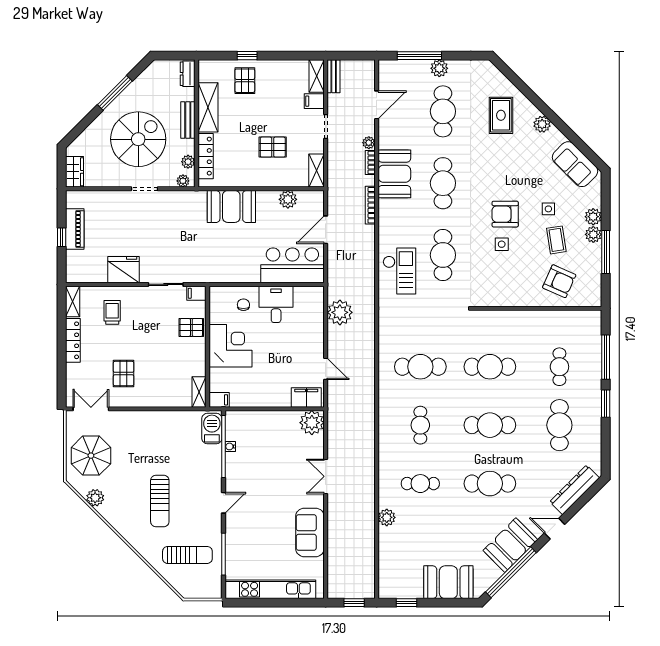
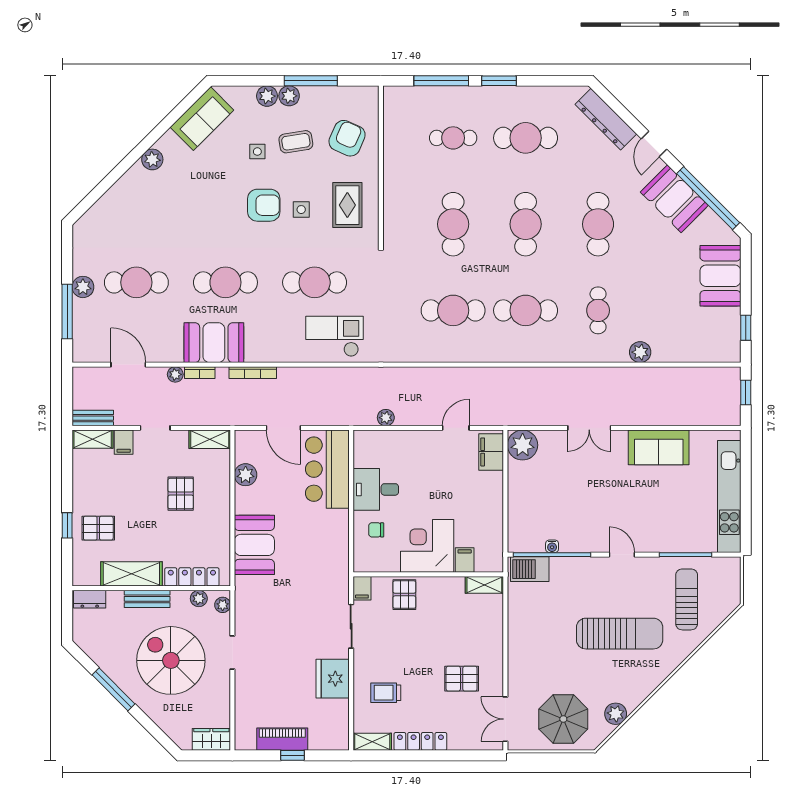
rug: (501, 115) -> (347, 205), moved, turned 90
armchair: (505, 214) -> (264, 205), turned -90
plant: (340, 312) -> (386, 418), width x0.53, depth x0.53
cafe table: (420, 367) -> (453, 310), turned 90
filing cabinet: (219, 400) -> (465, 560), moved
cafe table: (420, 425) -> (526, 310), width x1.37, depth x1.35
sun lounger: (160, 501) -> (620, 634), width x1.36, depth x1.34

